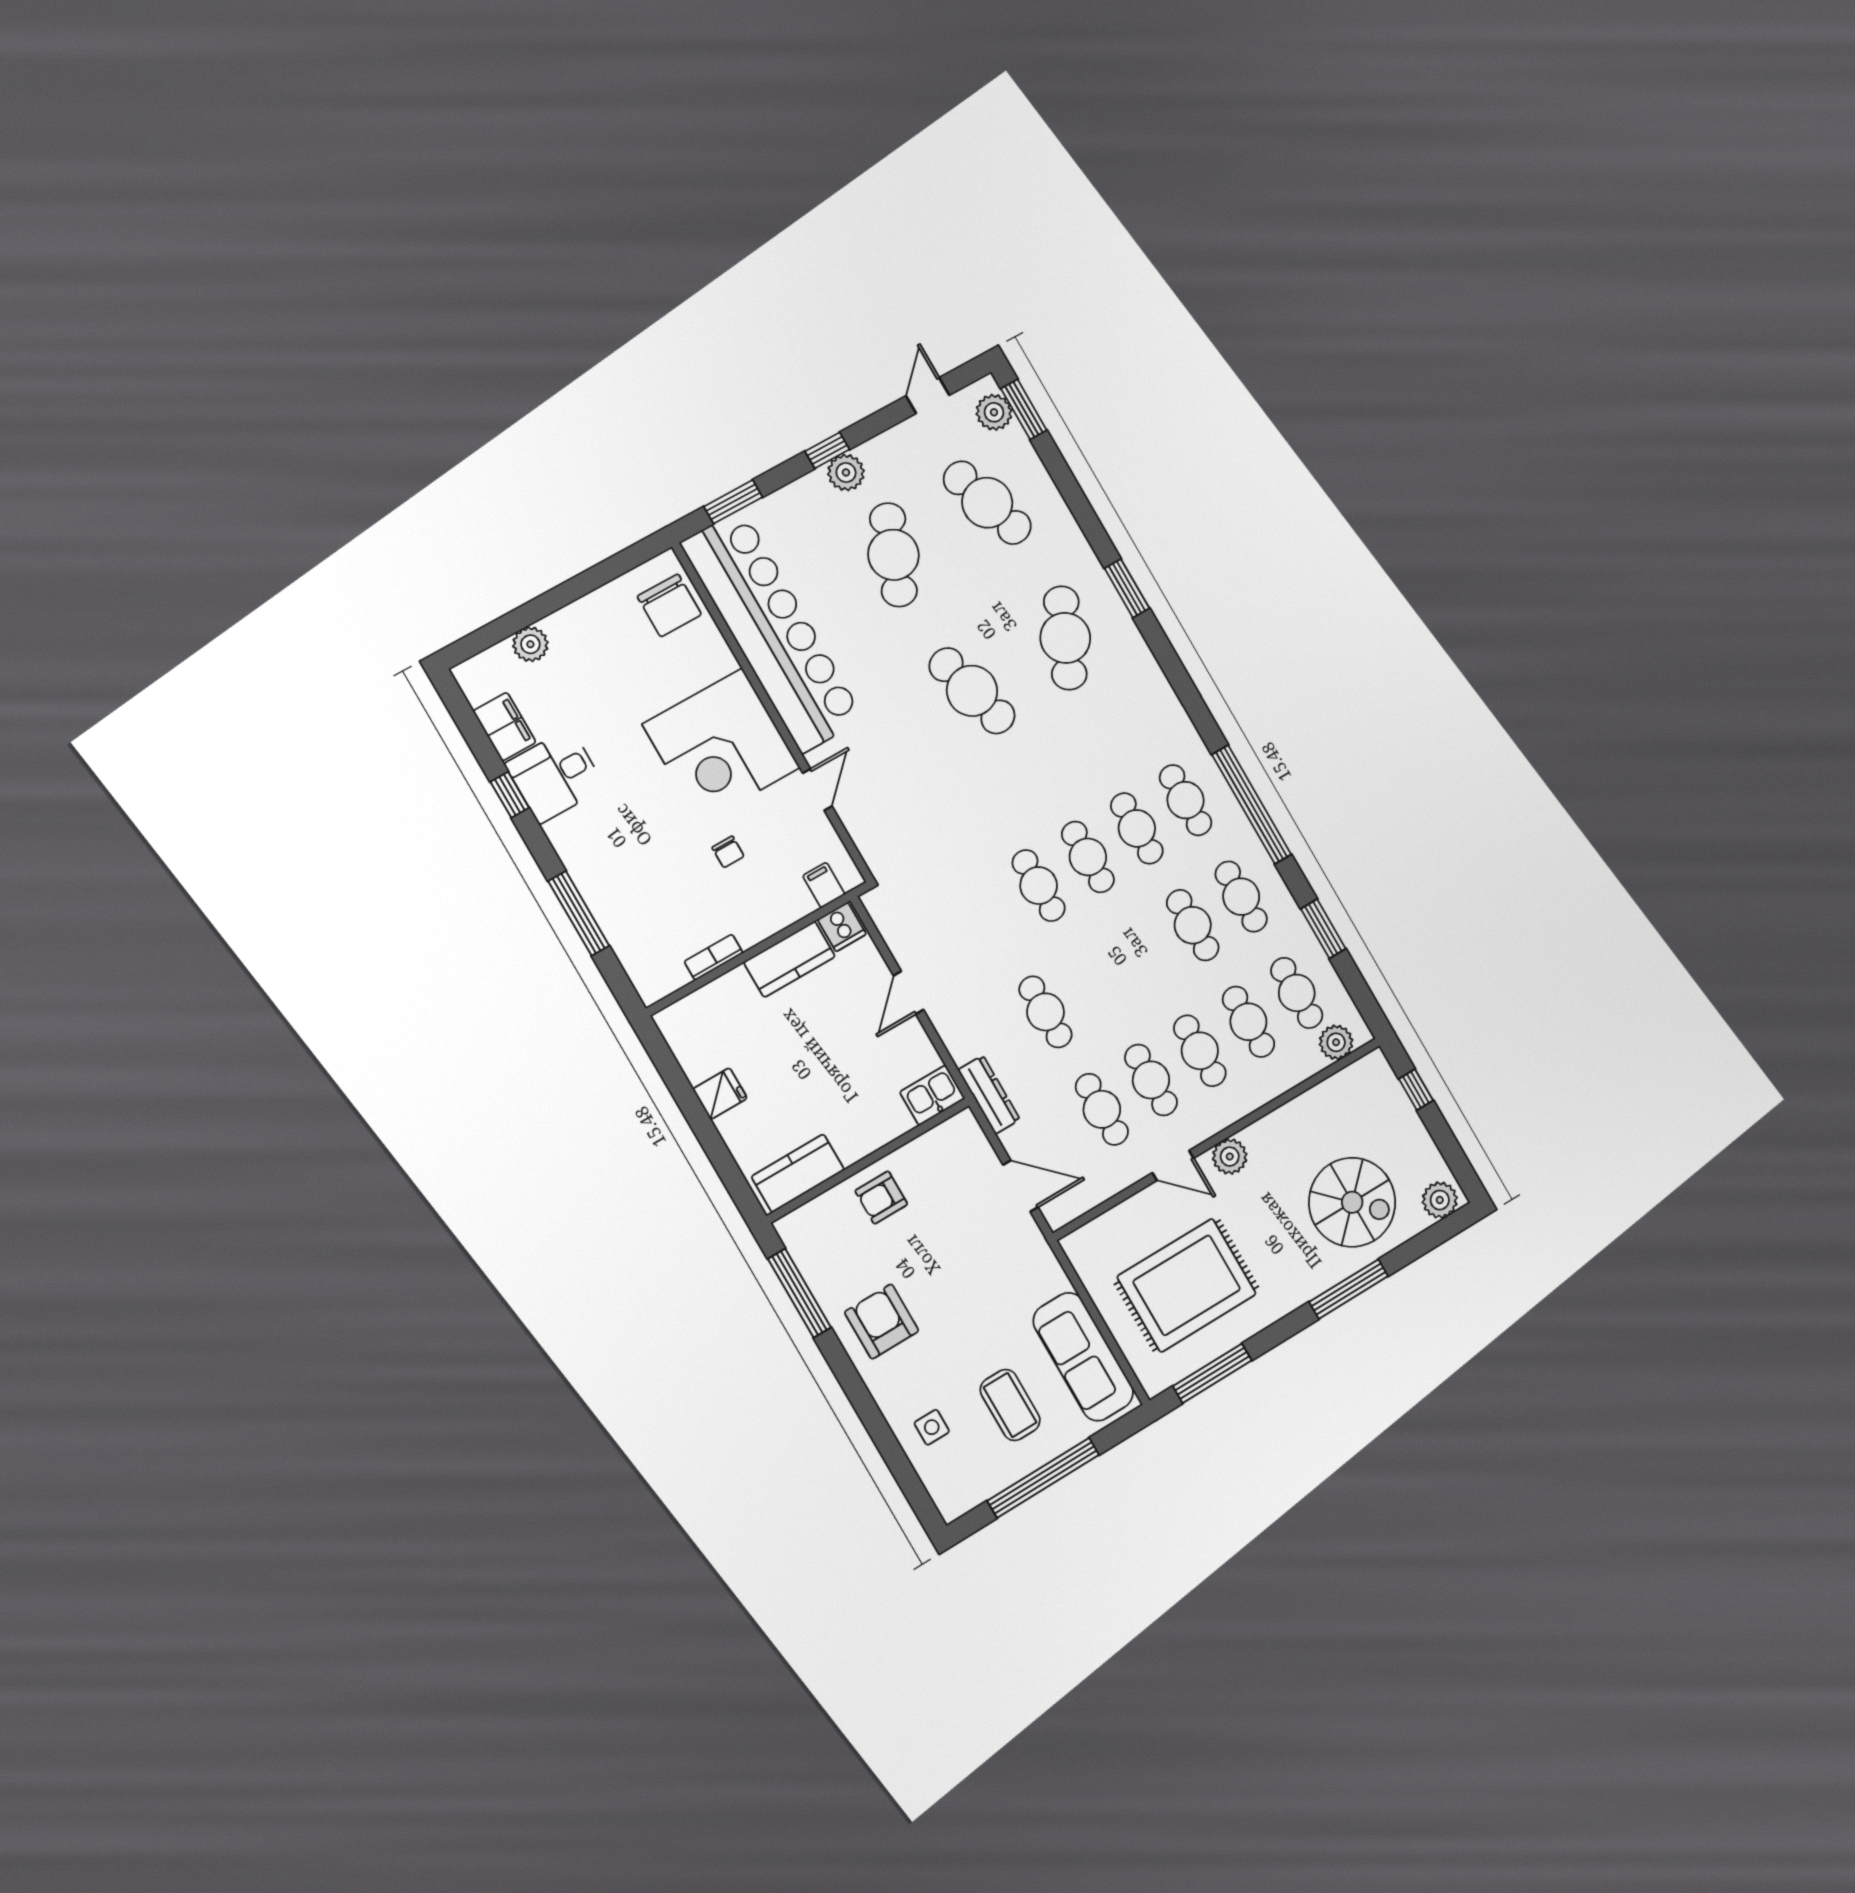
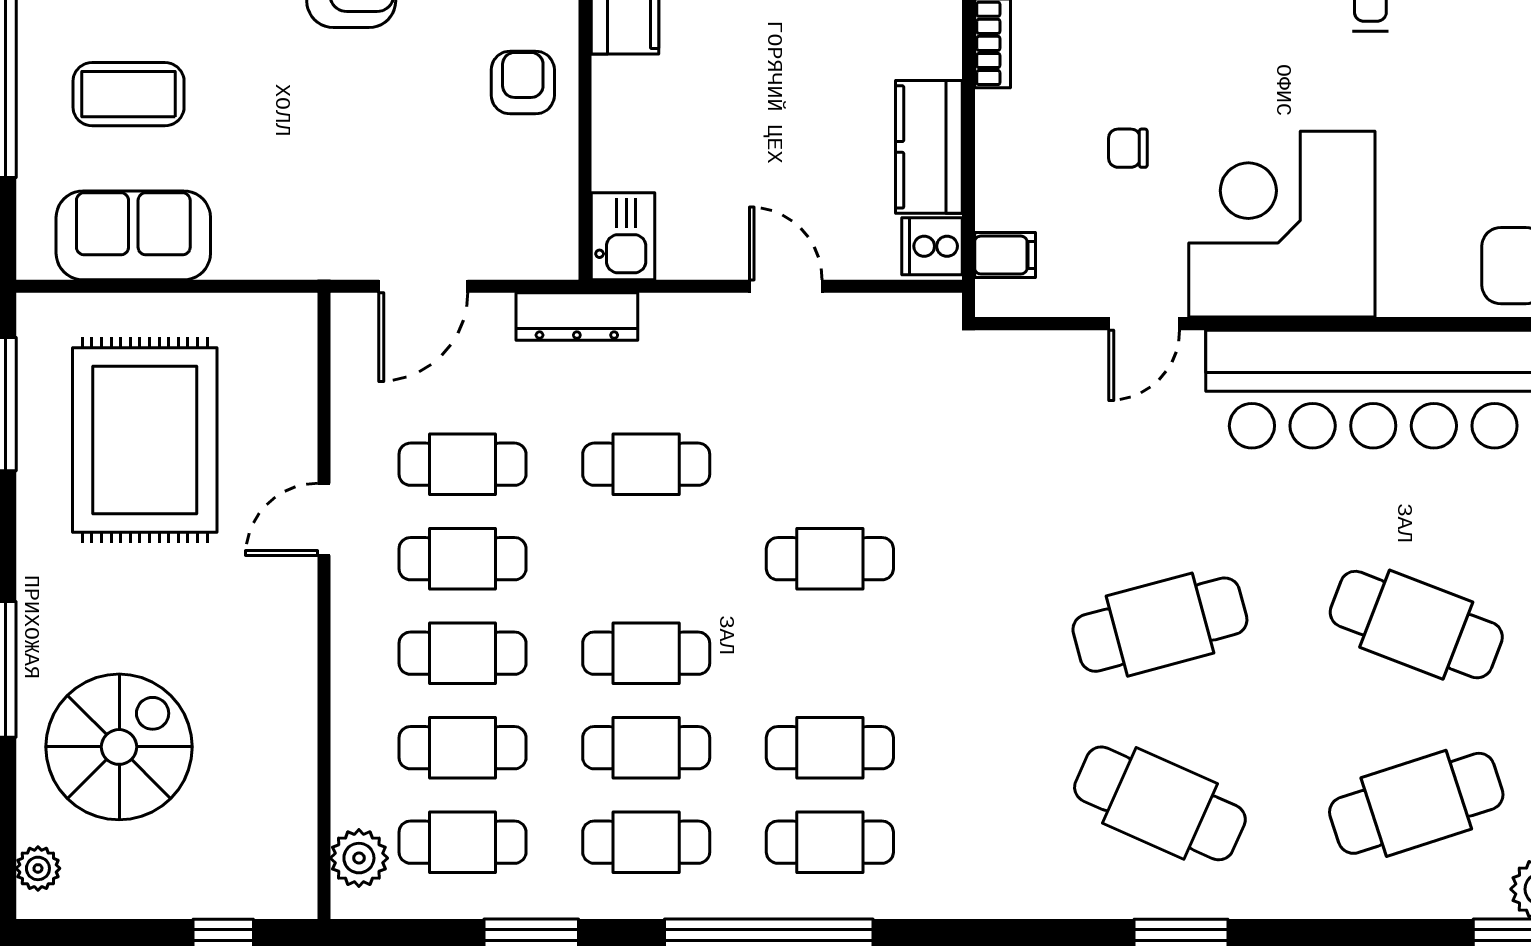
door: (817, 790) -> (1144, 324), hinge flipped
cafe table: (1088, 857) -> (646, 653), moved
plant: (1230, 1157) -> (288, 608), removed
plant: (1440, 1200) -> (38, 868), width x0.73, depth x0.73
spiral stairs: (1352, 1202) -> (119, 747), turned 180
sofa: (1083, 1357) -> (133, 235), width x0.73

